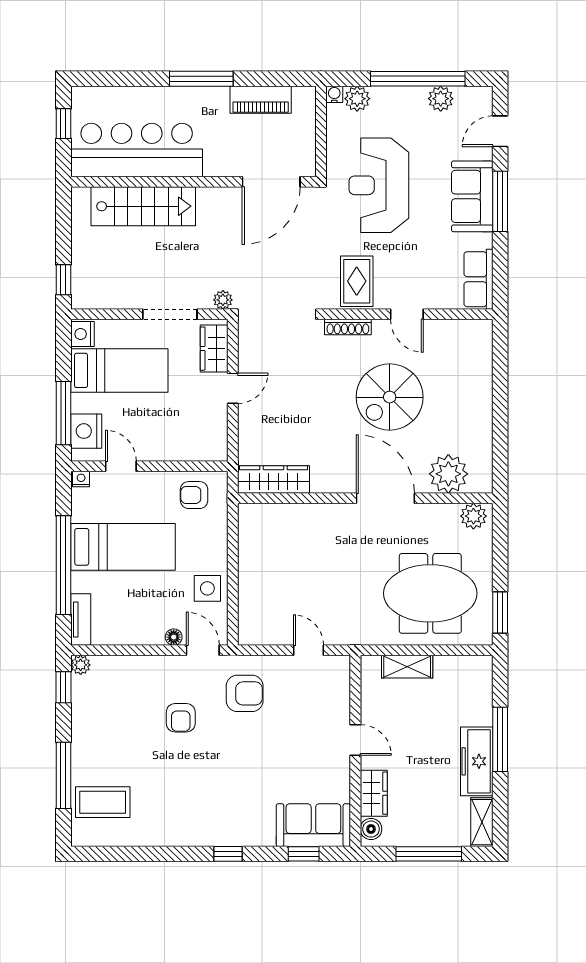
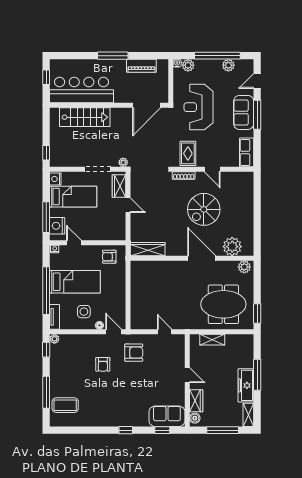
door: (233, 388) -> (128, 205), hinge flipped
side table: (207, 588) -> (84, 312), moved

